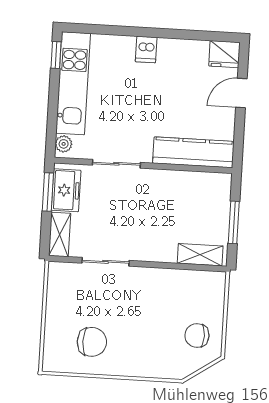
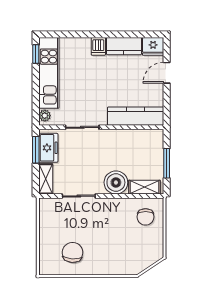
kitchen counter: (183, 51) -> (124, 46), added
boiler: (160, 246) -> (116, 182), added
chair: (197, 335) -> (146, 217), moved, turned -90
chair: (92, 342) -> (73, 252), turned -86

